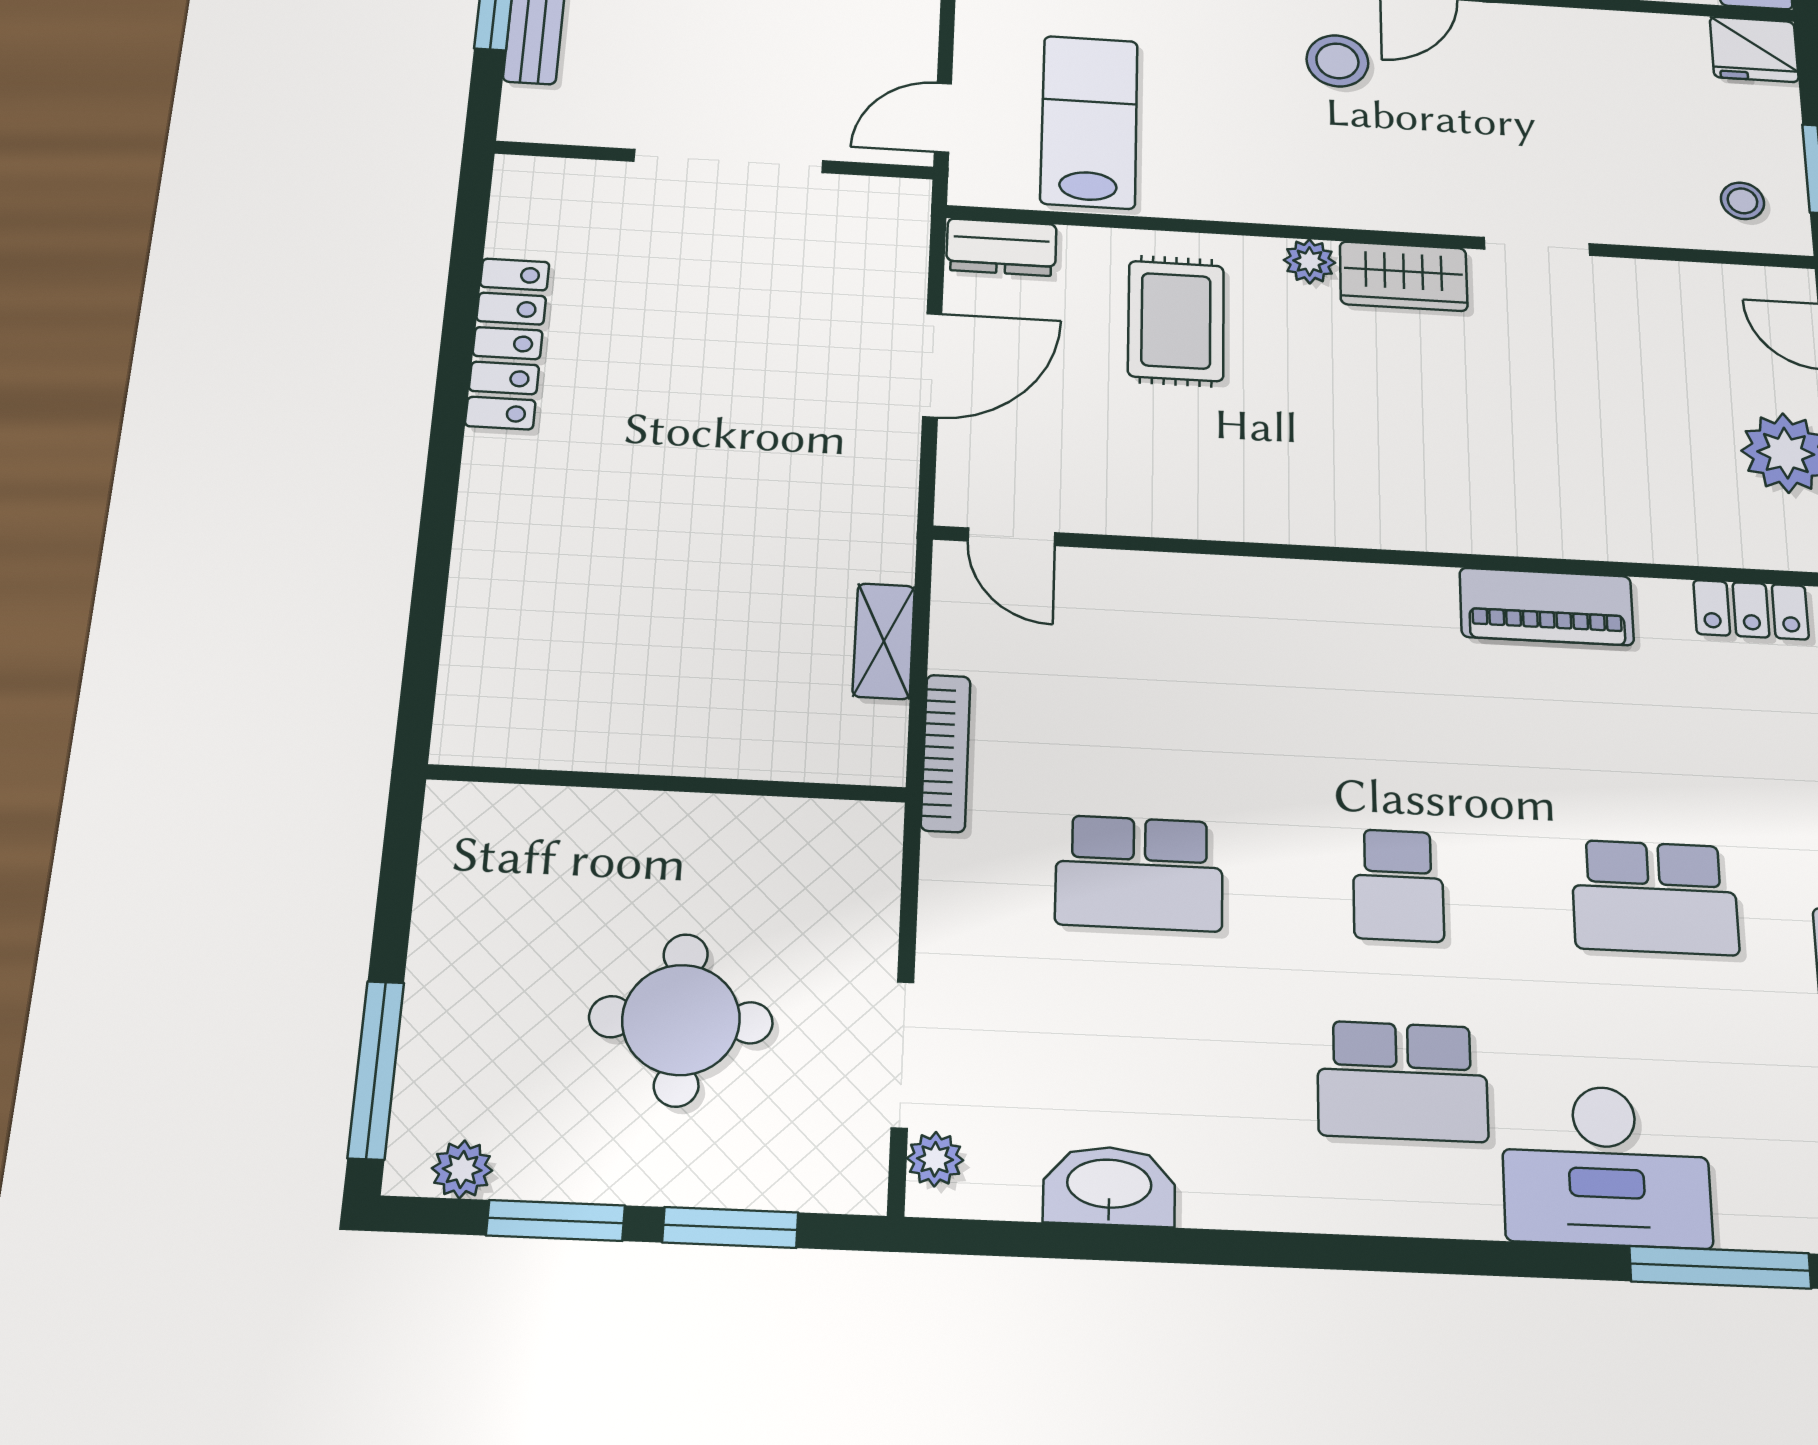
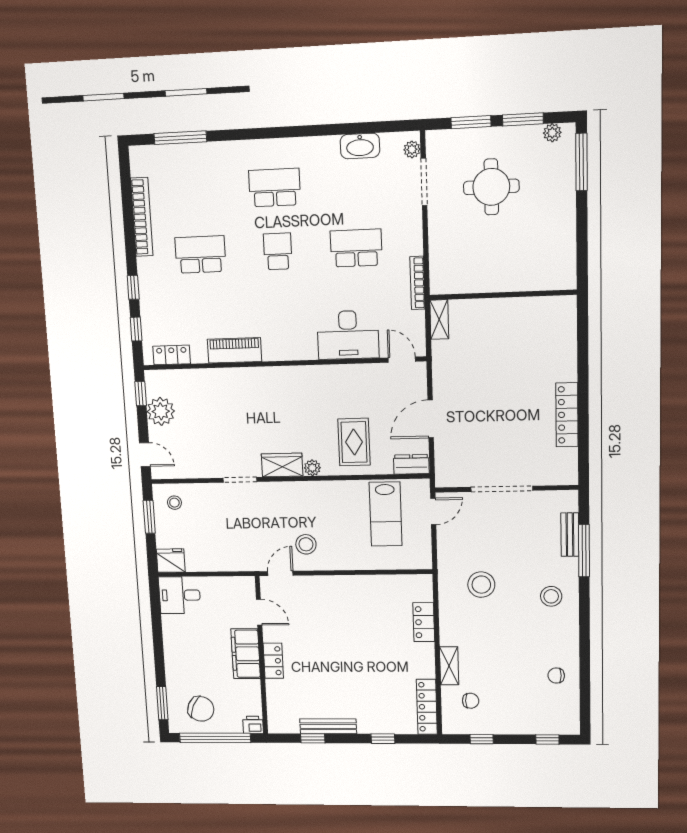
wall: (667, 783) -> (503, 295), moved
desk: (1606, 1166) -> (348, 335), moved, turned 180

